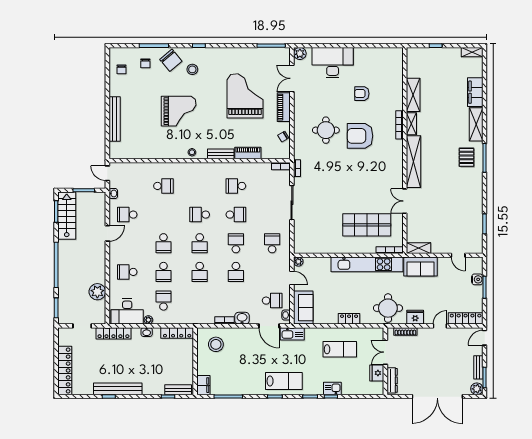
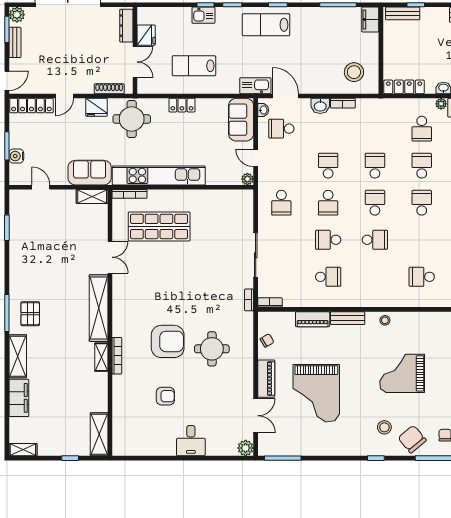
desk: (333, 63) -> (191, 441), width x0.53, depth x0.77
shelving: (413, 95) -> (99, 434), moved

